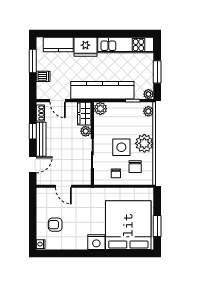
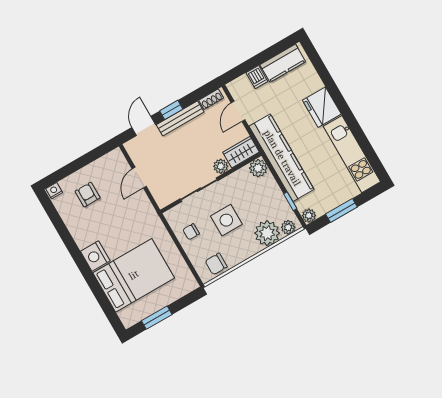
kitchen counter: (58, 45) -> (283, 63), moved, turned -90
window: (33, 61) -> (268, 54), removed
window: (33, 131) -> (171, 110), moved
plant: (144, 143) -> (267, 233), moved
door: (33, 165) -> (144, 126), swing flipped
chair: (135, 167) -> (216, 264), moved
bed: (128, 225) -> (134, 275), width x0.73

